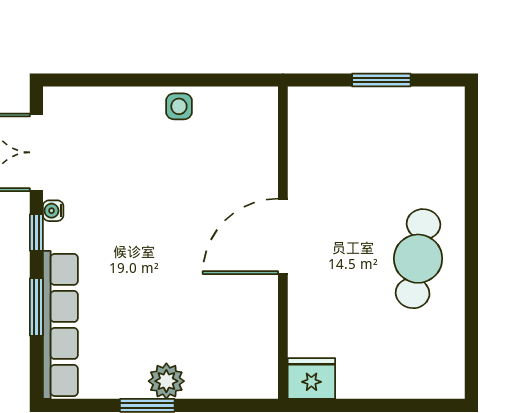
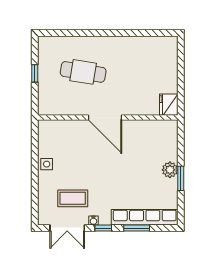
window: (381, 80) -> (35, 73), width x0.67
coffee table: (103, 164) -> (73, 198), added
cafe table: (418, 259) -> (83, 72), moved

